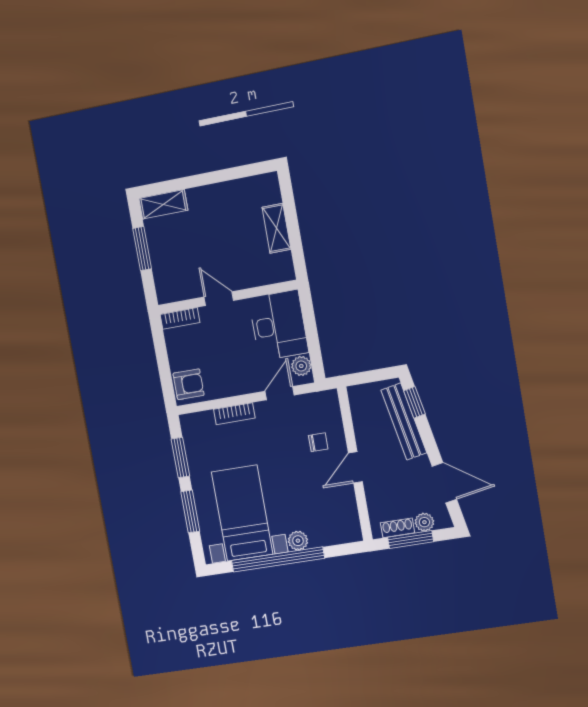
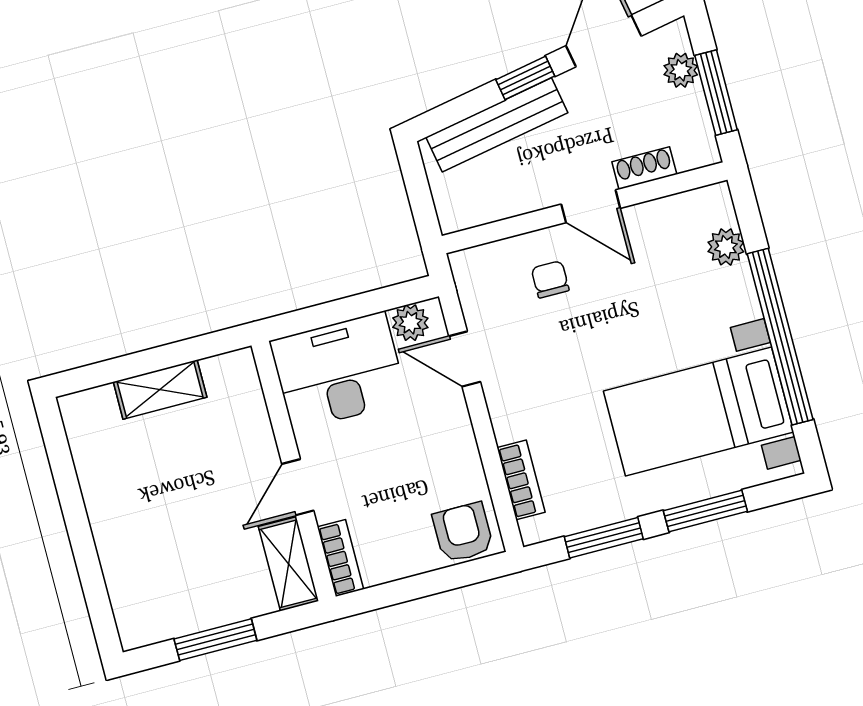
shelving: (163, 204) -> (288, 564), moved
window: (414, 402) -> (525, 78), moved
bookcase: (234, 414) -> (521, 480), moved
shoe rack: (398, 528) -> (644, 168), moved, turned 90
plant: (298, 541) -> (726, 247), moved

